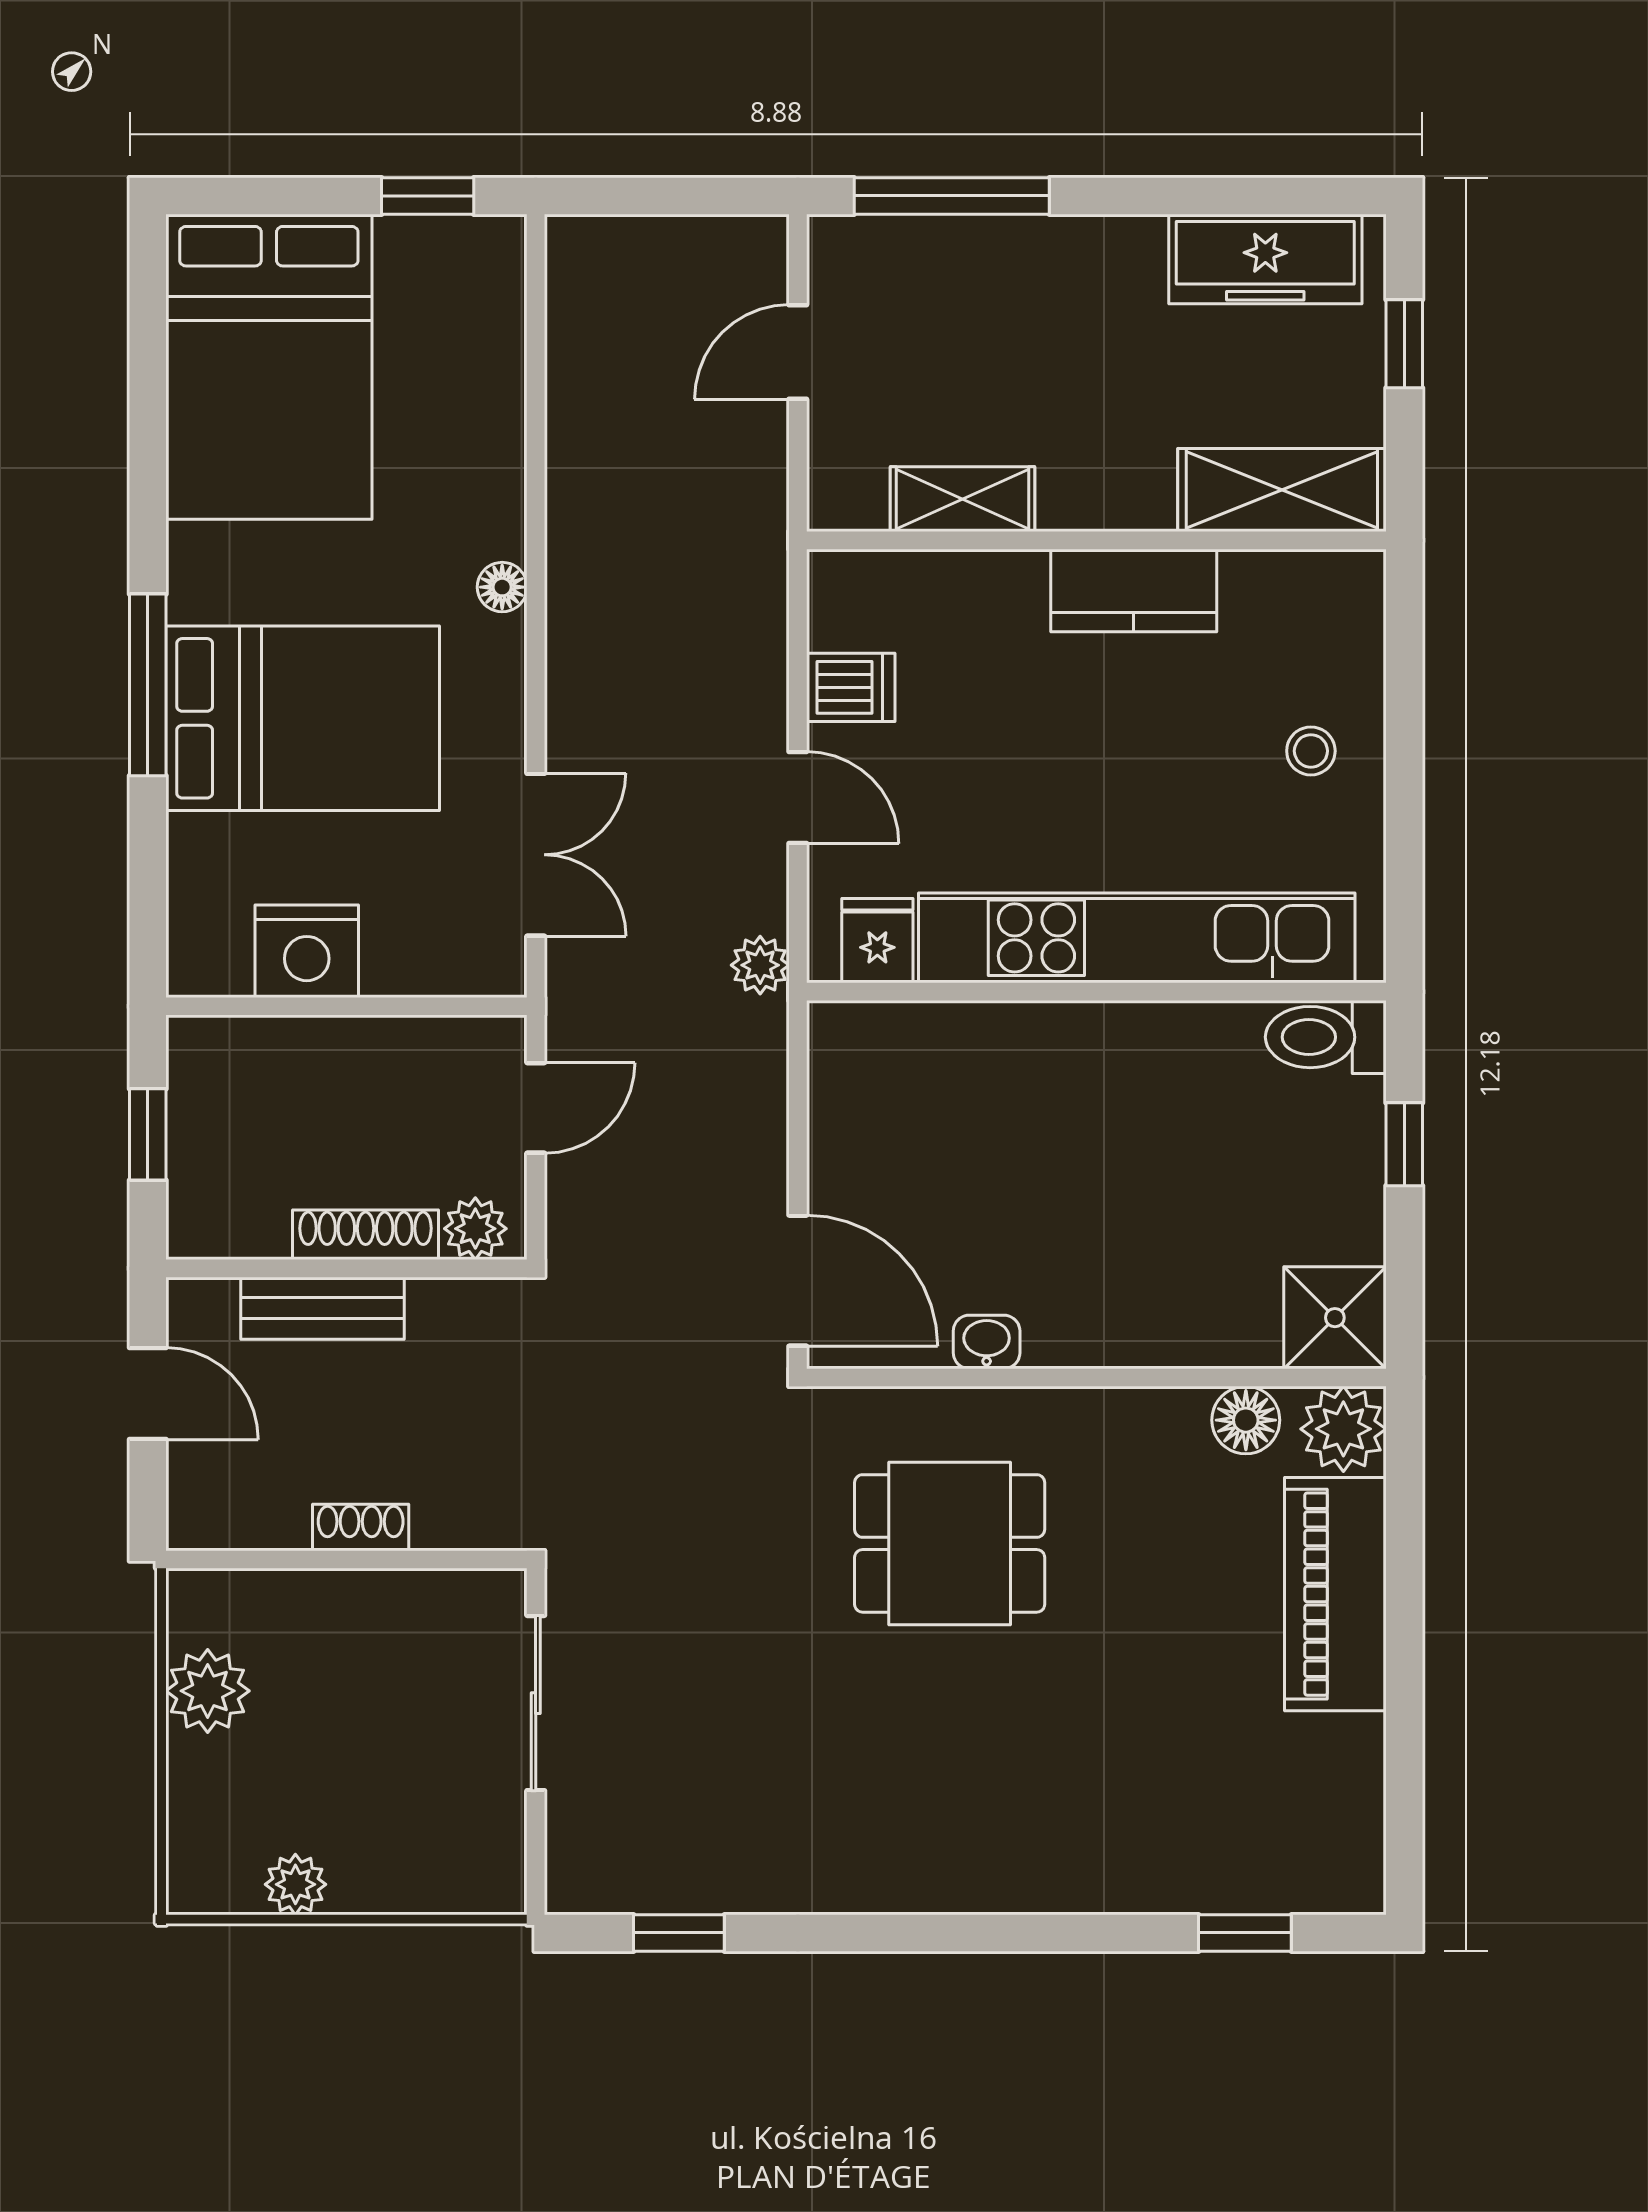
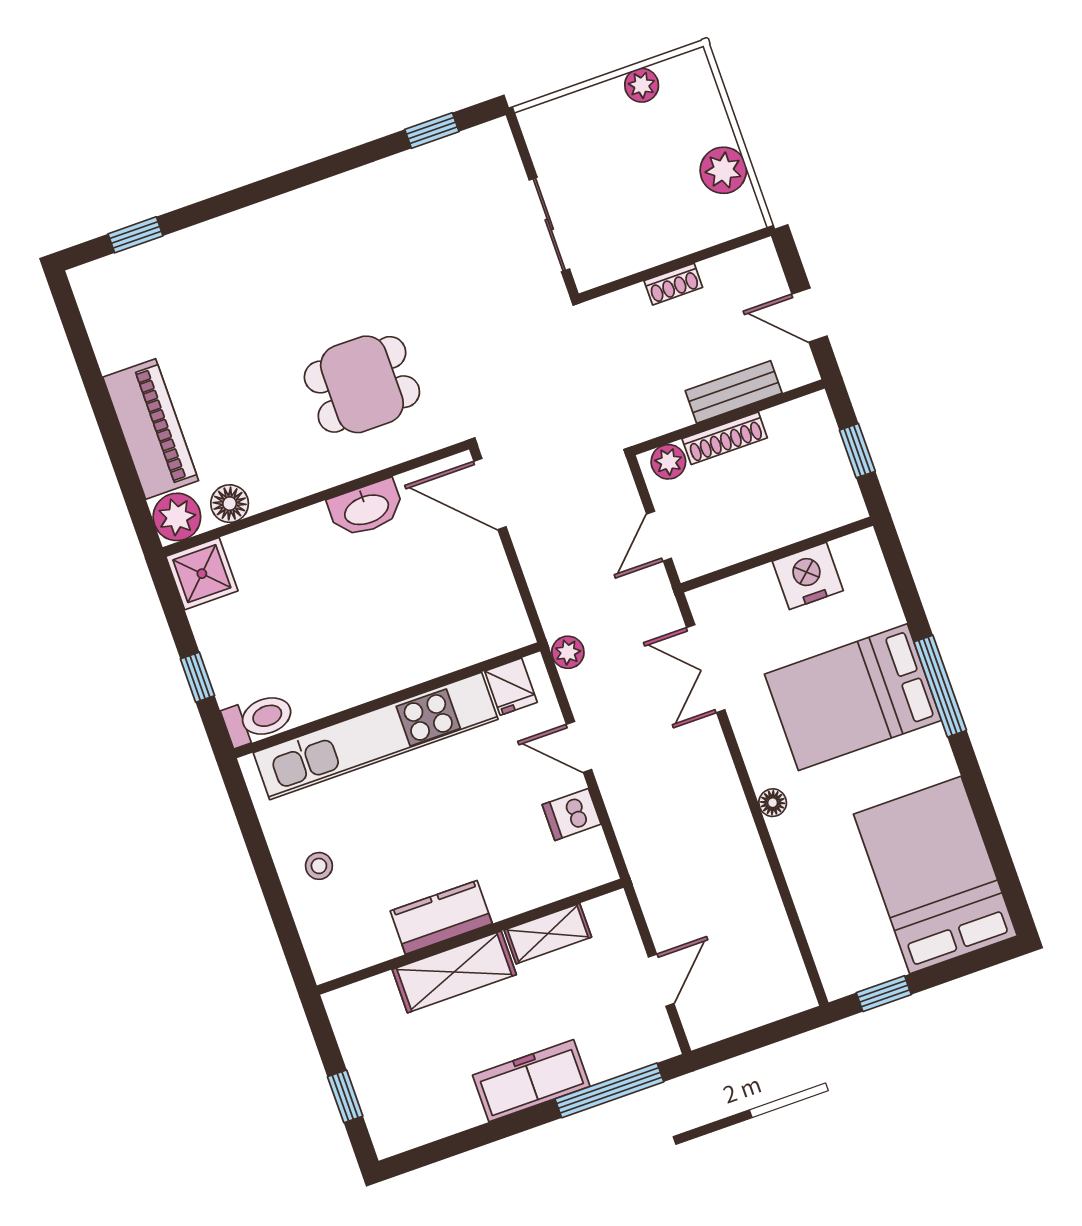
freezer: (1265, 259) -> (531, 1081), moved
shelving: (1282, 490) -> (454, 972), moved
washbasin: (987, 1342) -> (366, 509), width x1.91, depth x1.45

